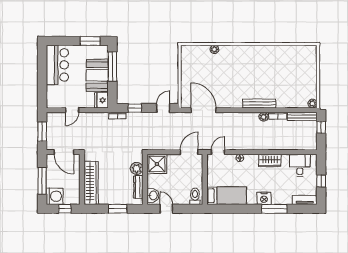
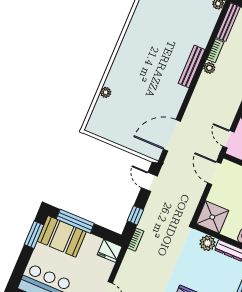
booth: (97, 75) -> (62, 236), moved

